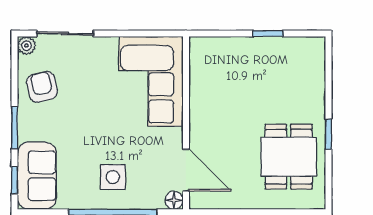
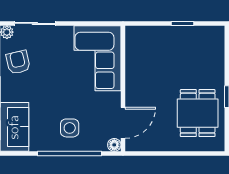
door: (186, 170) -> (123, 123), hinge flipped

